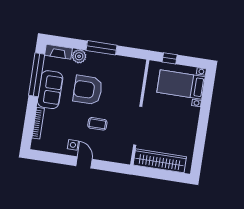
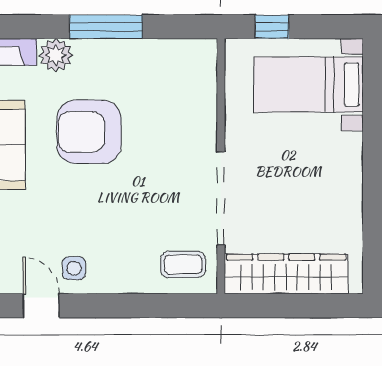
coffee table: (97, 124) -> (183, 264), moved
door: (84, 162) -> (41, 306), moved

